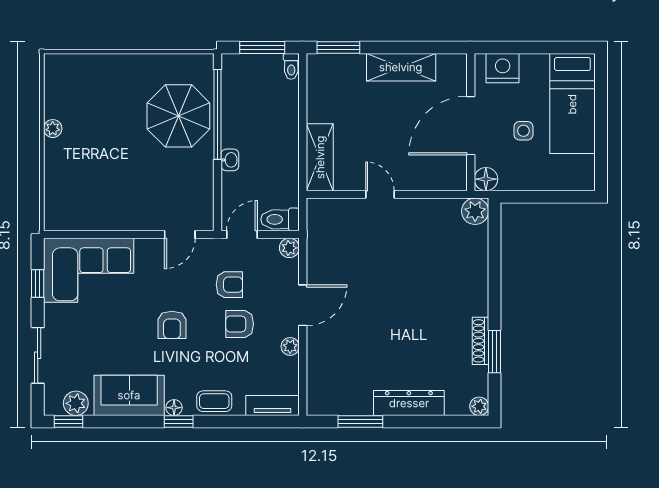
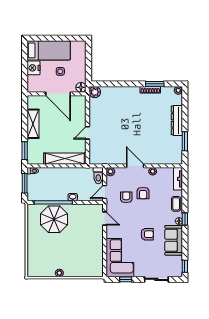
nightstand: (503, 68) -> (33, 68), moved
shelving: (320, 157) -> (65, 159), width x1.47
door: (242, 235) -> (105, 192), hinge flipped
armchair: (172, 325) -> (147, 234), moved
plant: (76, 403) -> (177, 263), removed

